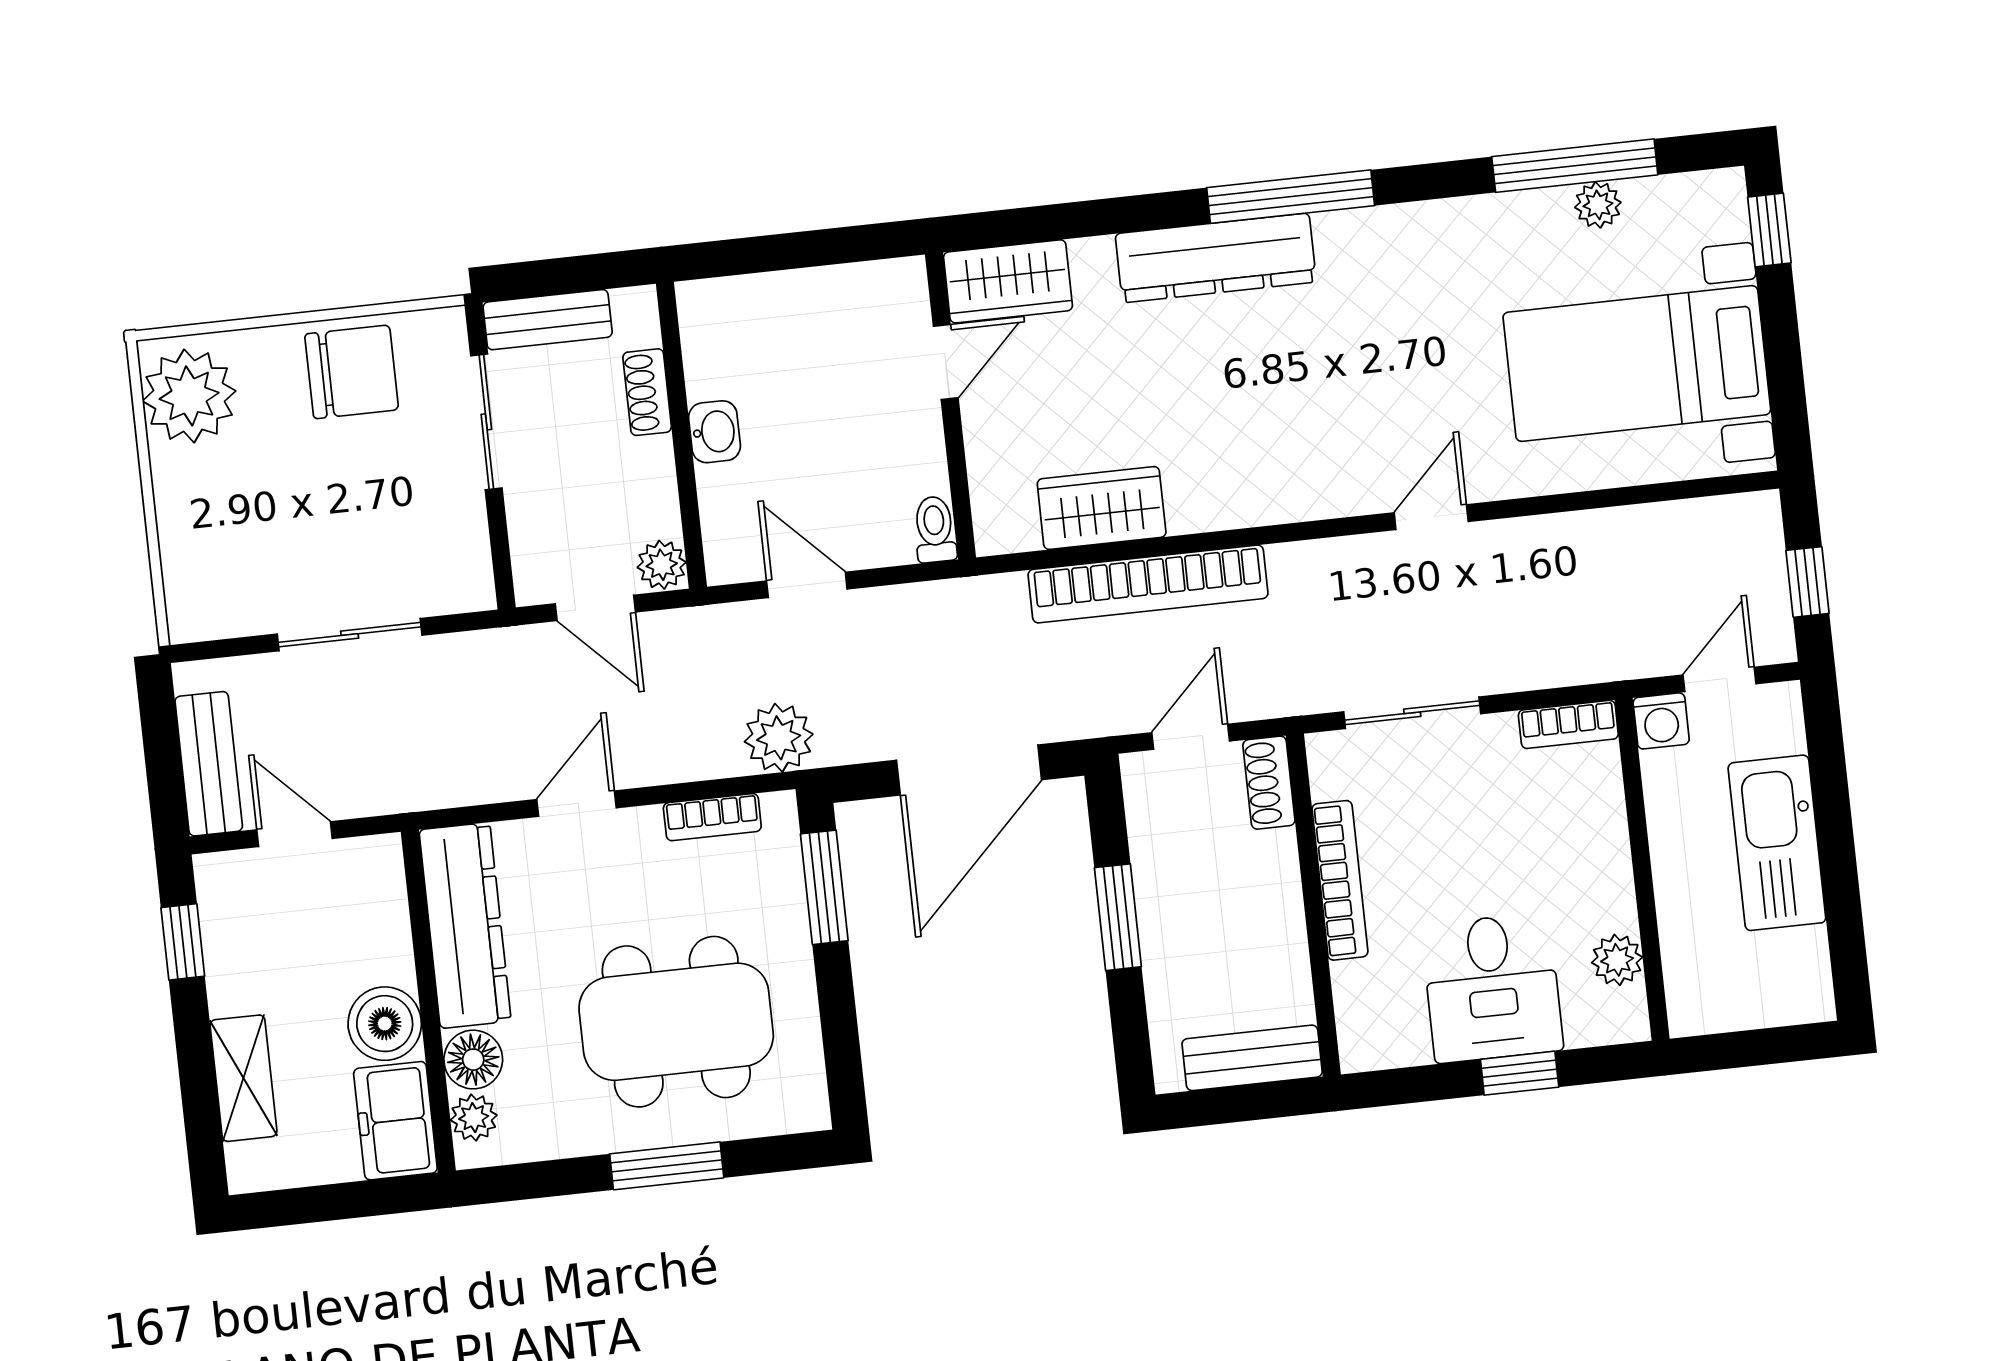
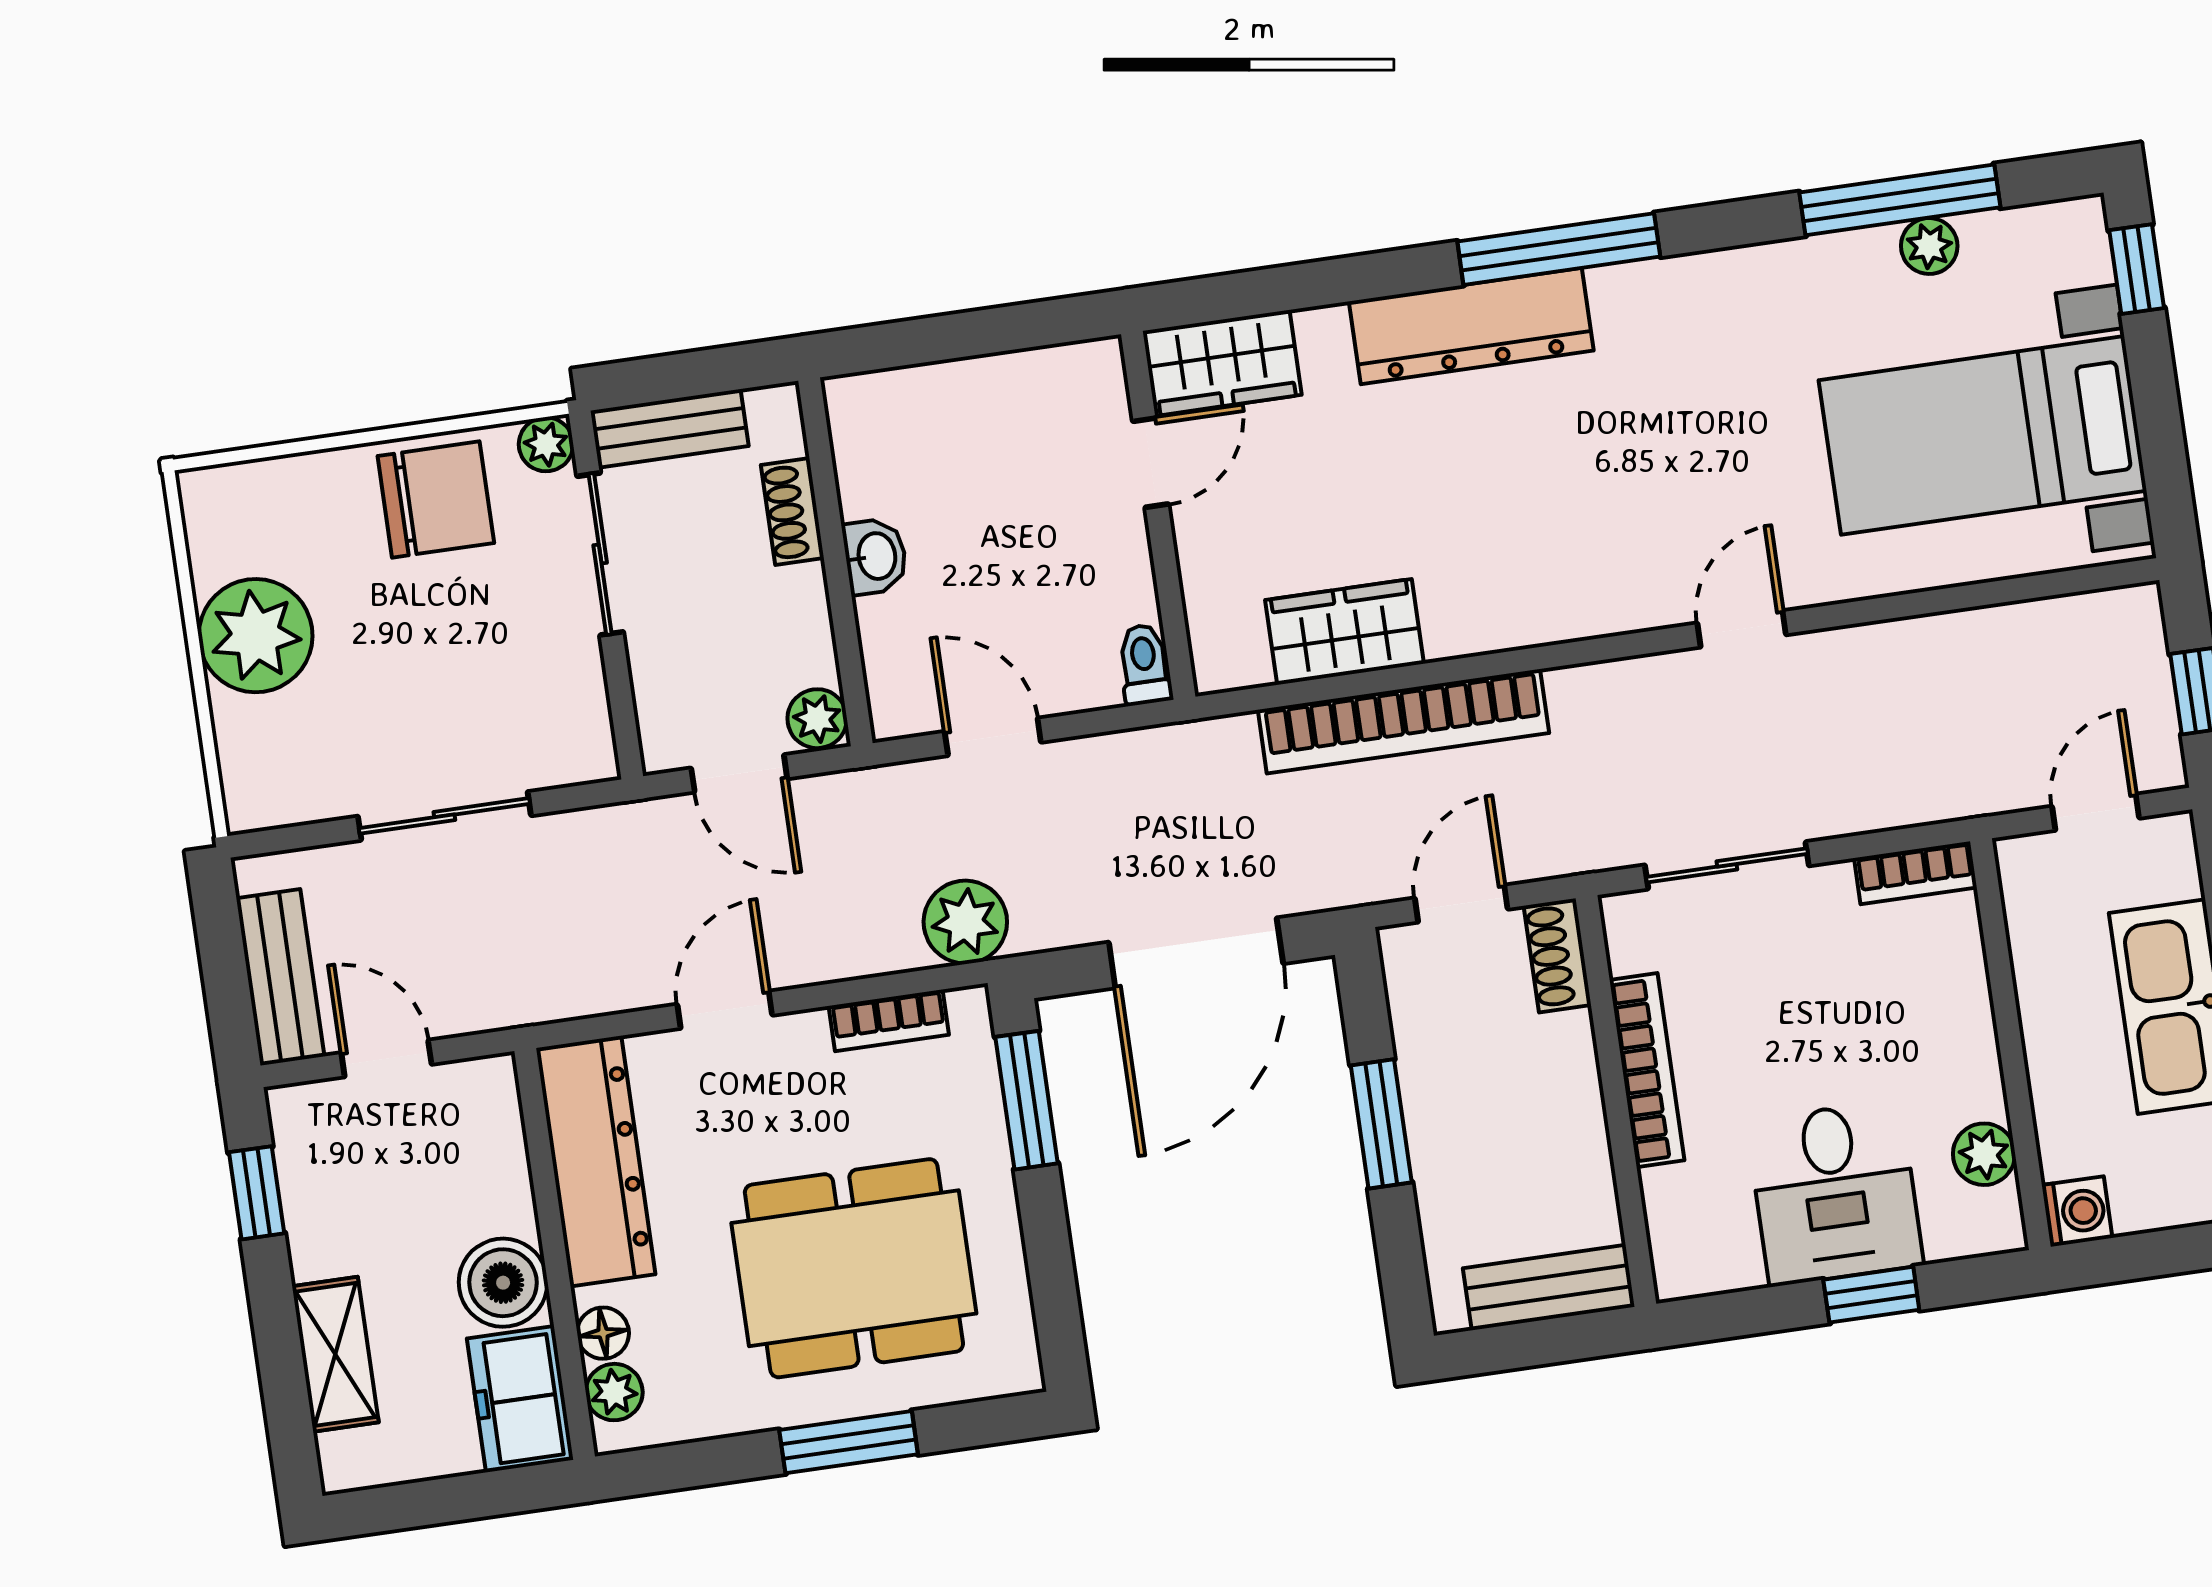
plant: (445, 329) -> (546, 444), added
plant: (189, 396) -> (256, 636), moved
washing machine: (1661, 721) -> (2077, 1212), moved, turned -90
floor lamp: (473, 1060) -> (603, 1333), width x0.73, depth x0.73

